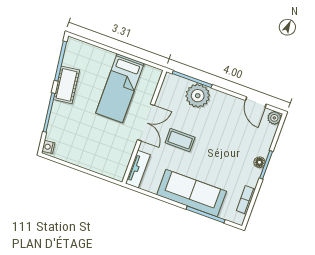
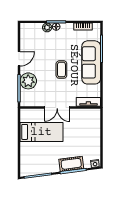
cot: (67, 85) -> (71, 164), moved
door: (256, 102) -> (19, 59), moved
plant: (274, 118) -> (47, 27), moved
double door: (146, 123) -> (57, 108), swing flipped
coffee table: (180, 140) -> (61, 70), moved

